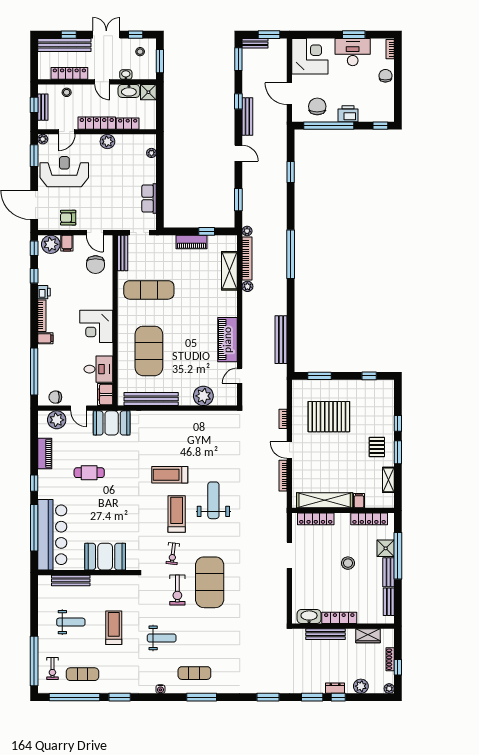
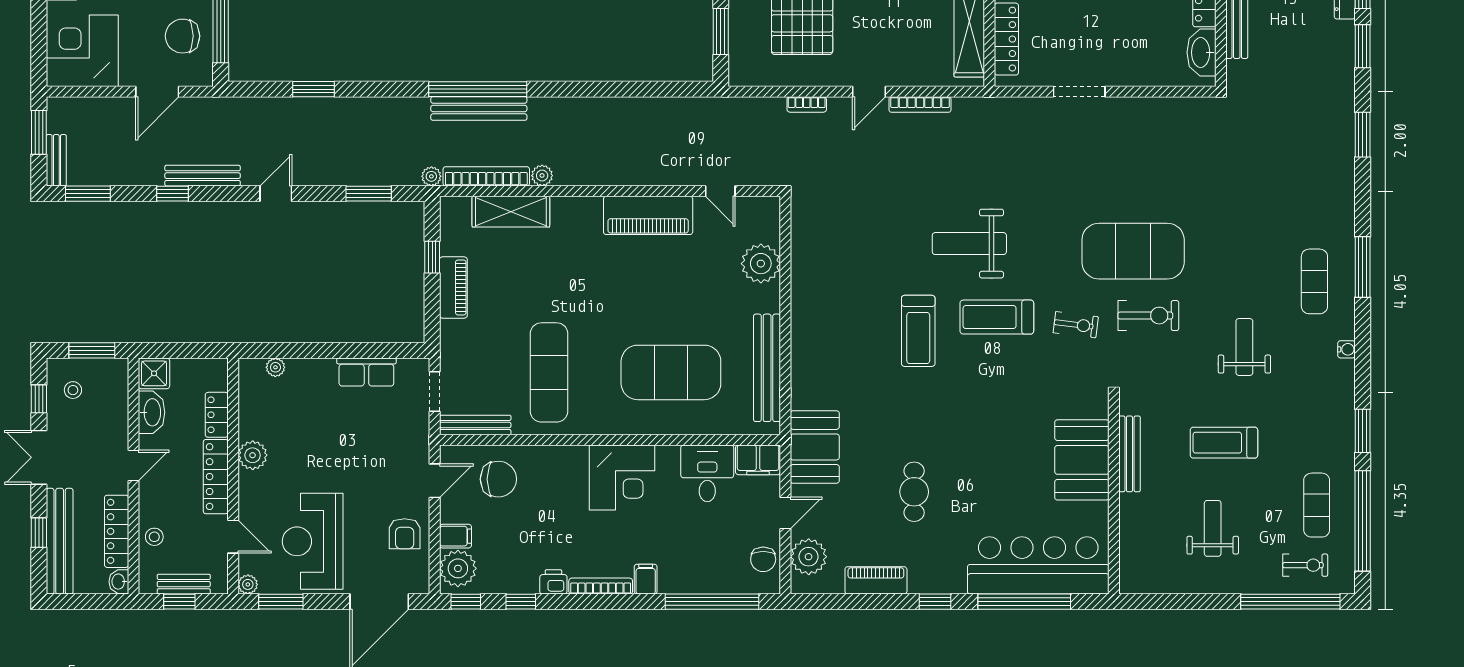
washbasin: (126, 75) -> (119, 582), moved
bench: (281, 340) -> (479, 108), moved
bench: (71, 580) -> (1129, 454), moved

